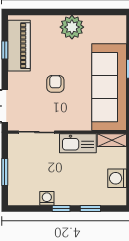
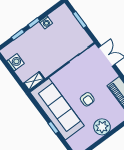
armchair: (55, 84) -> (87, 99), moved
kitchen sink: (78, 143) -> (51, 65), removed

